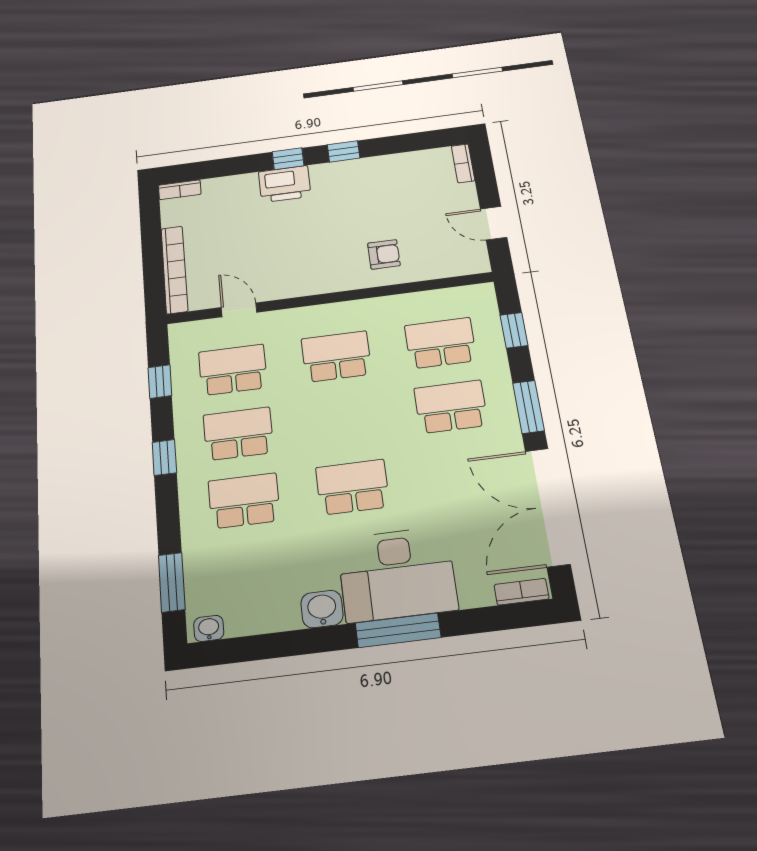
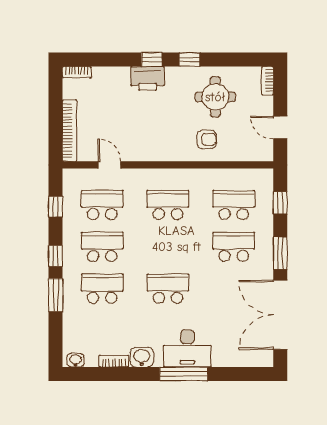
round table: (389, 195) -> (215, 97), added
desk: (397, 574) -> (187, 348), width x0.73, depth x0.77
window: (172, 582) -> (56, 295), moved
bookcase: (522, 592) -> (114, 361), moved

